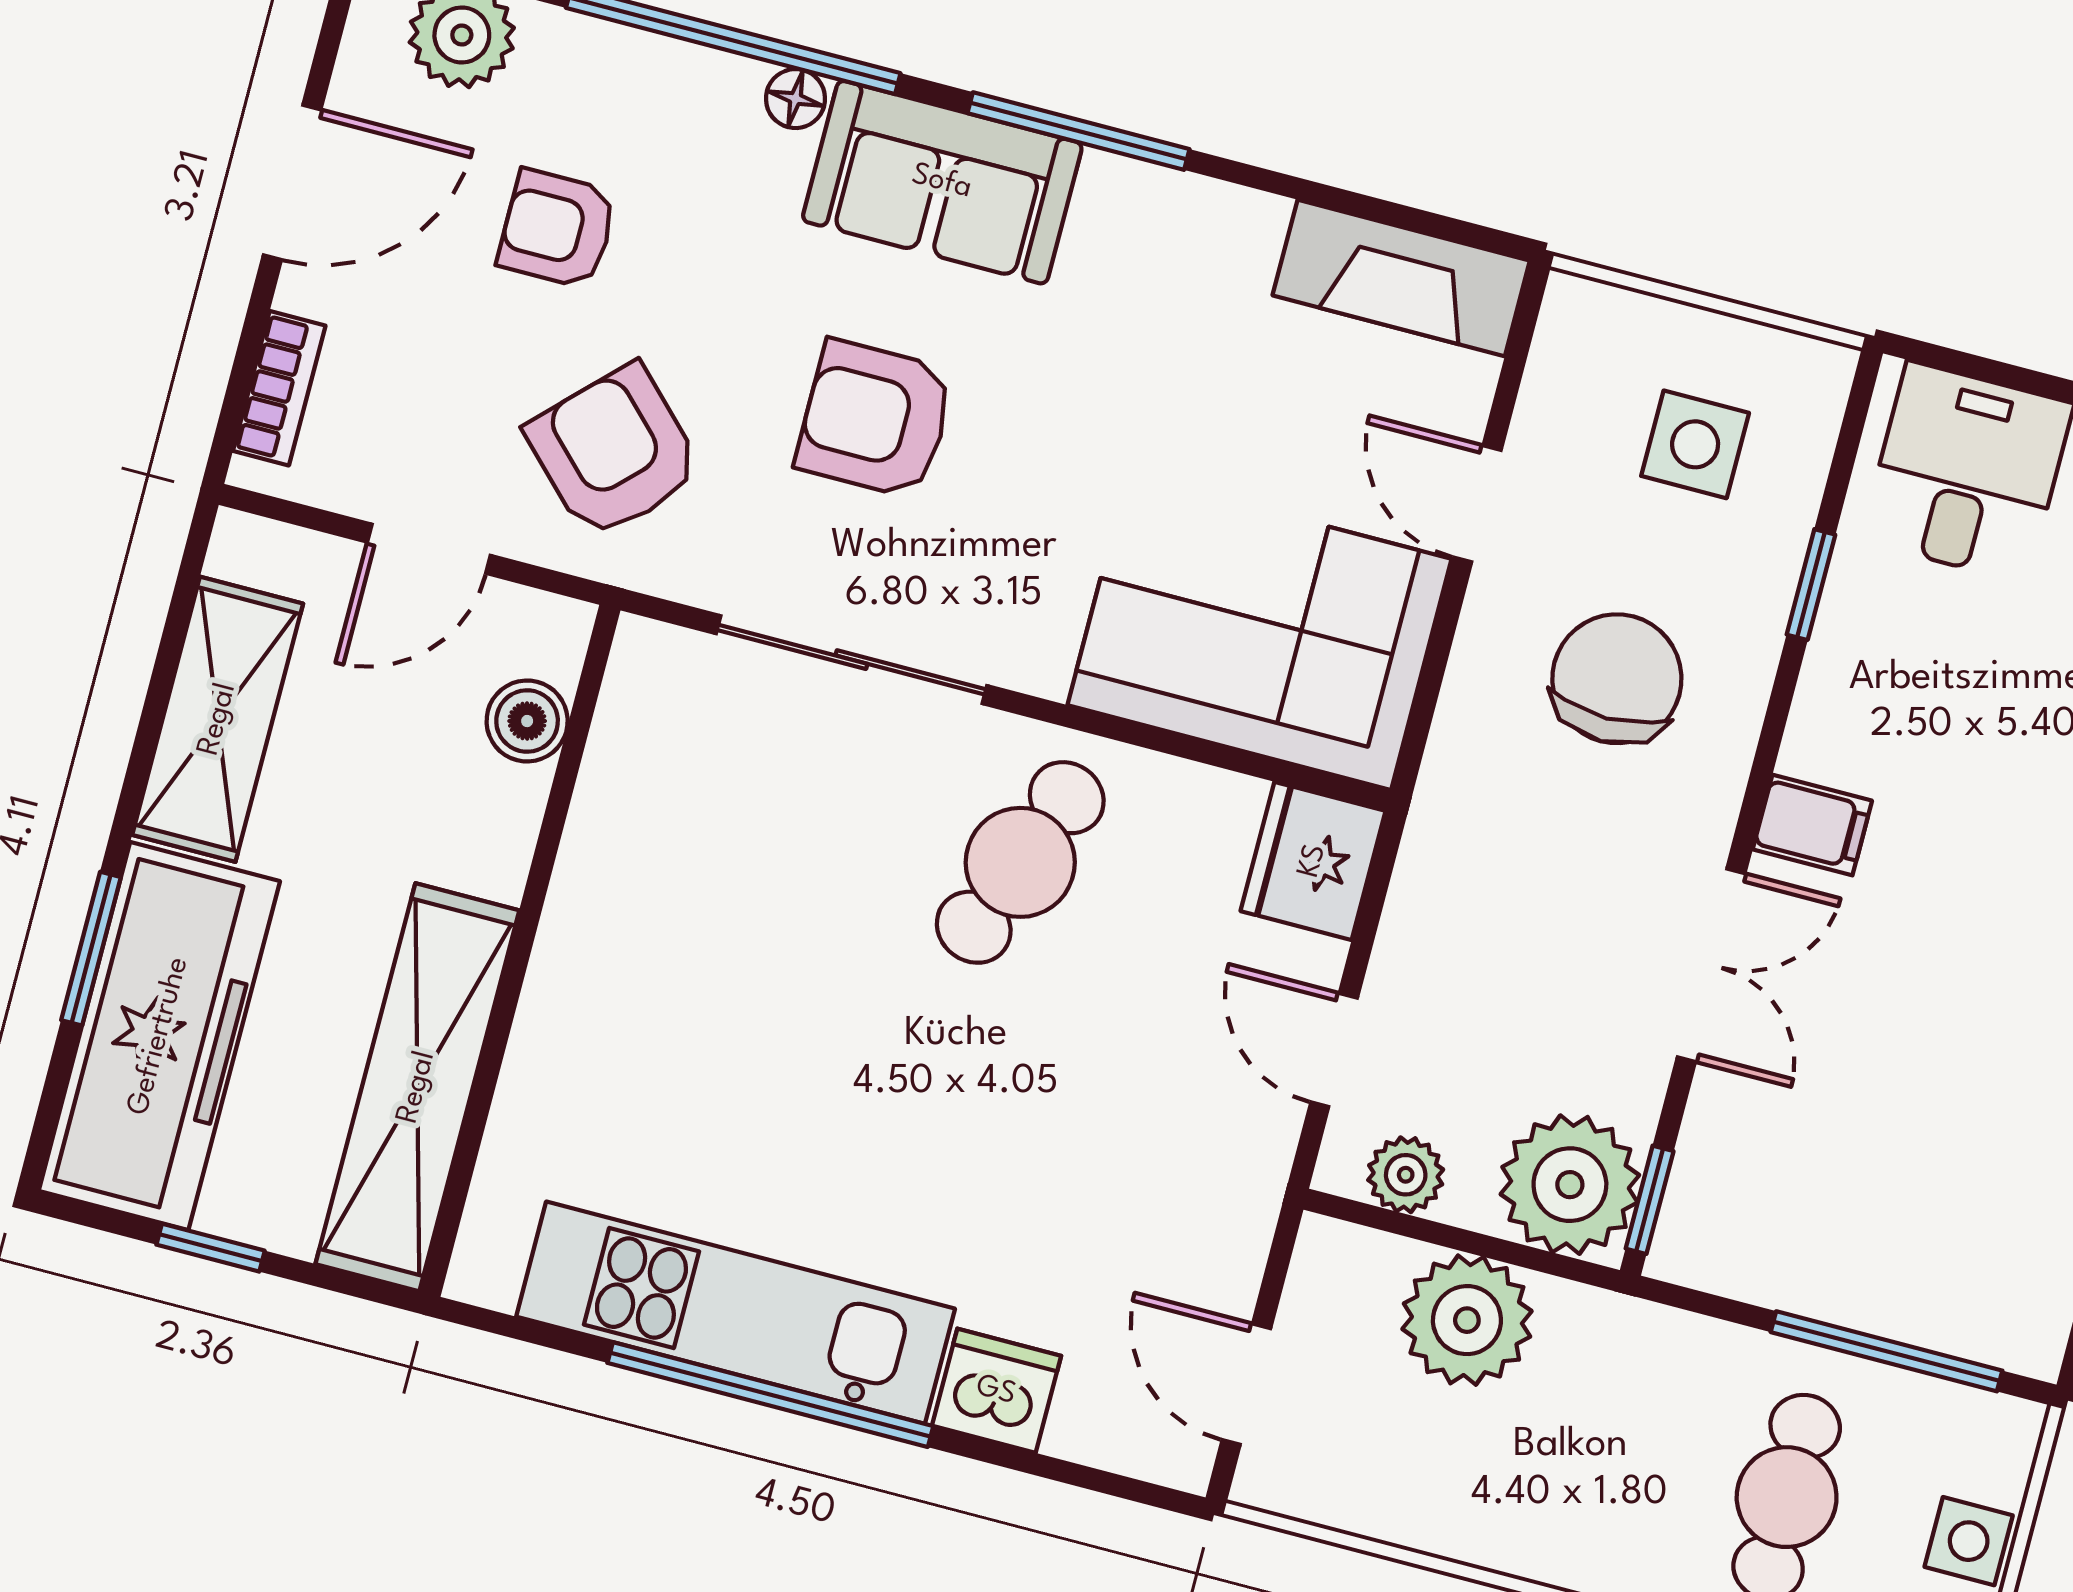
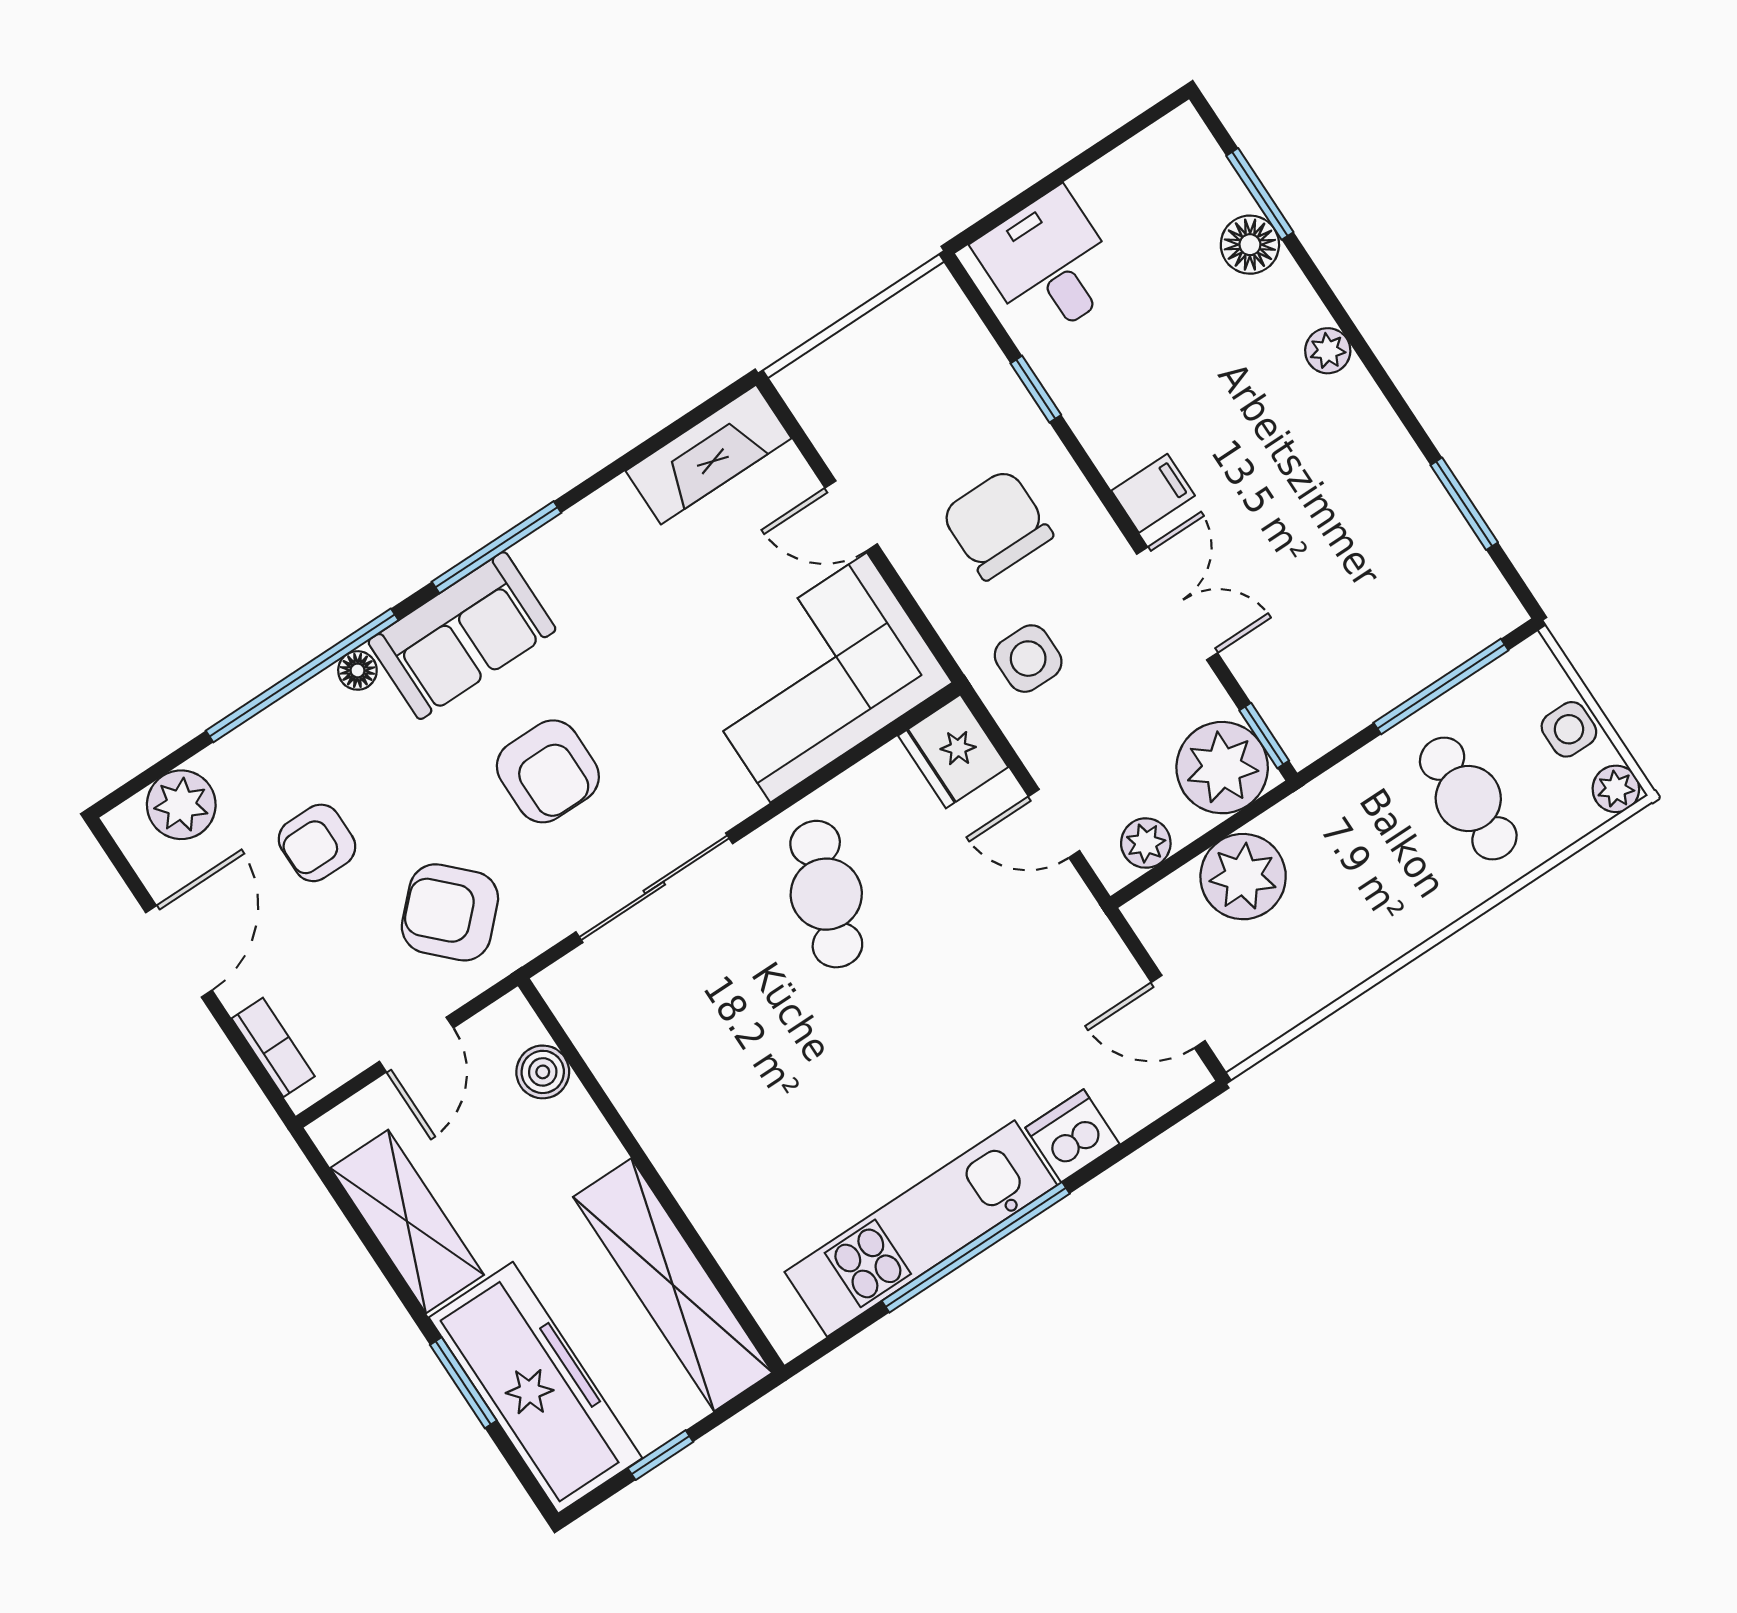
armchair: (875, 419) -> (548, 771), turned -90
side table: (1695, 444) -> (1028, 659), moved

